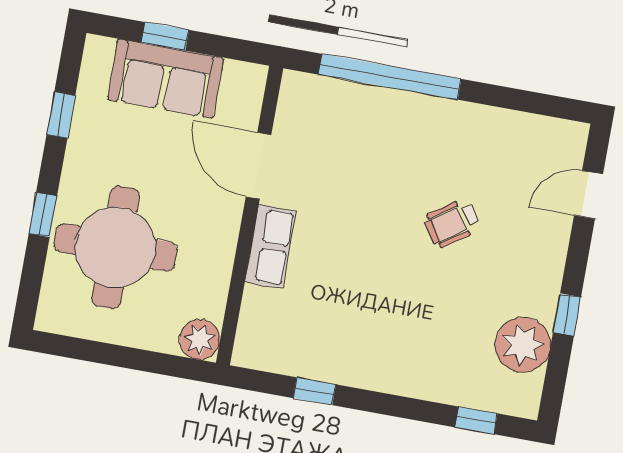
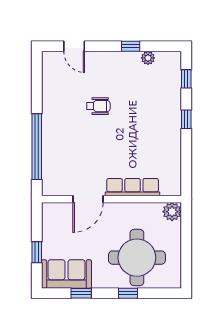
sofa: (165, 79) -> (66, 274), moved, turned -90
wheelchair: (452, 223) -> (98, 106), turned -56
row of seats: (270, 246) -> (133, 187), width x1.48
plant: (523, 345) -> (148, 58), width x0.53, depth x0.53
window: (314, 391) -> (186, 119), moved

